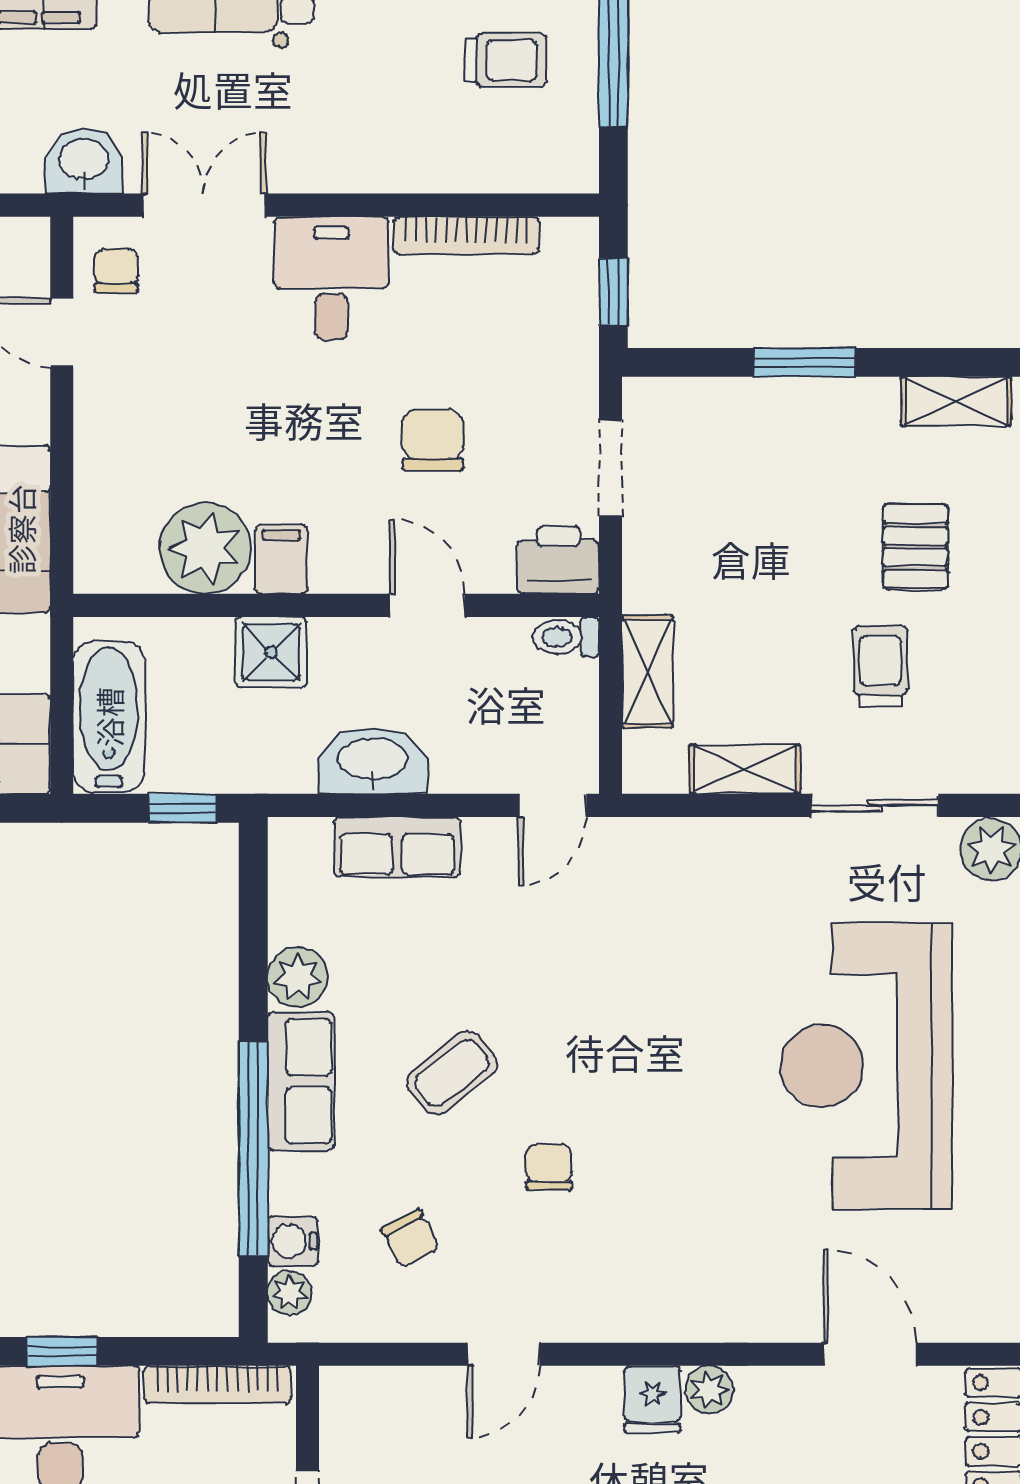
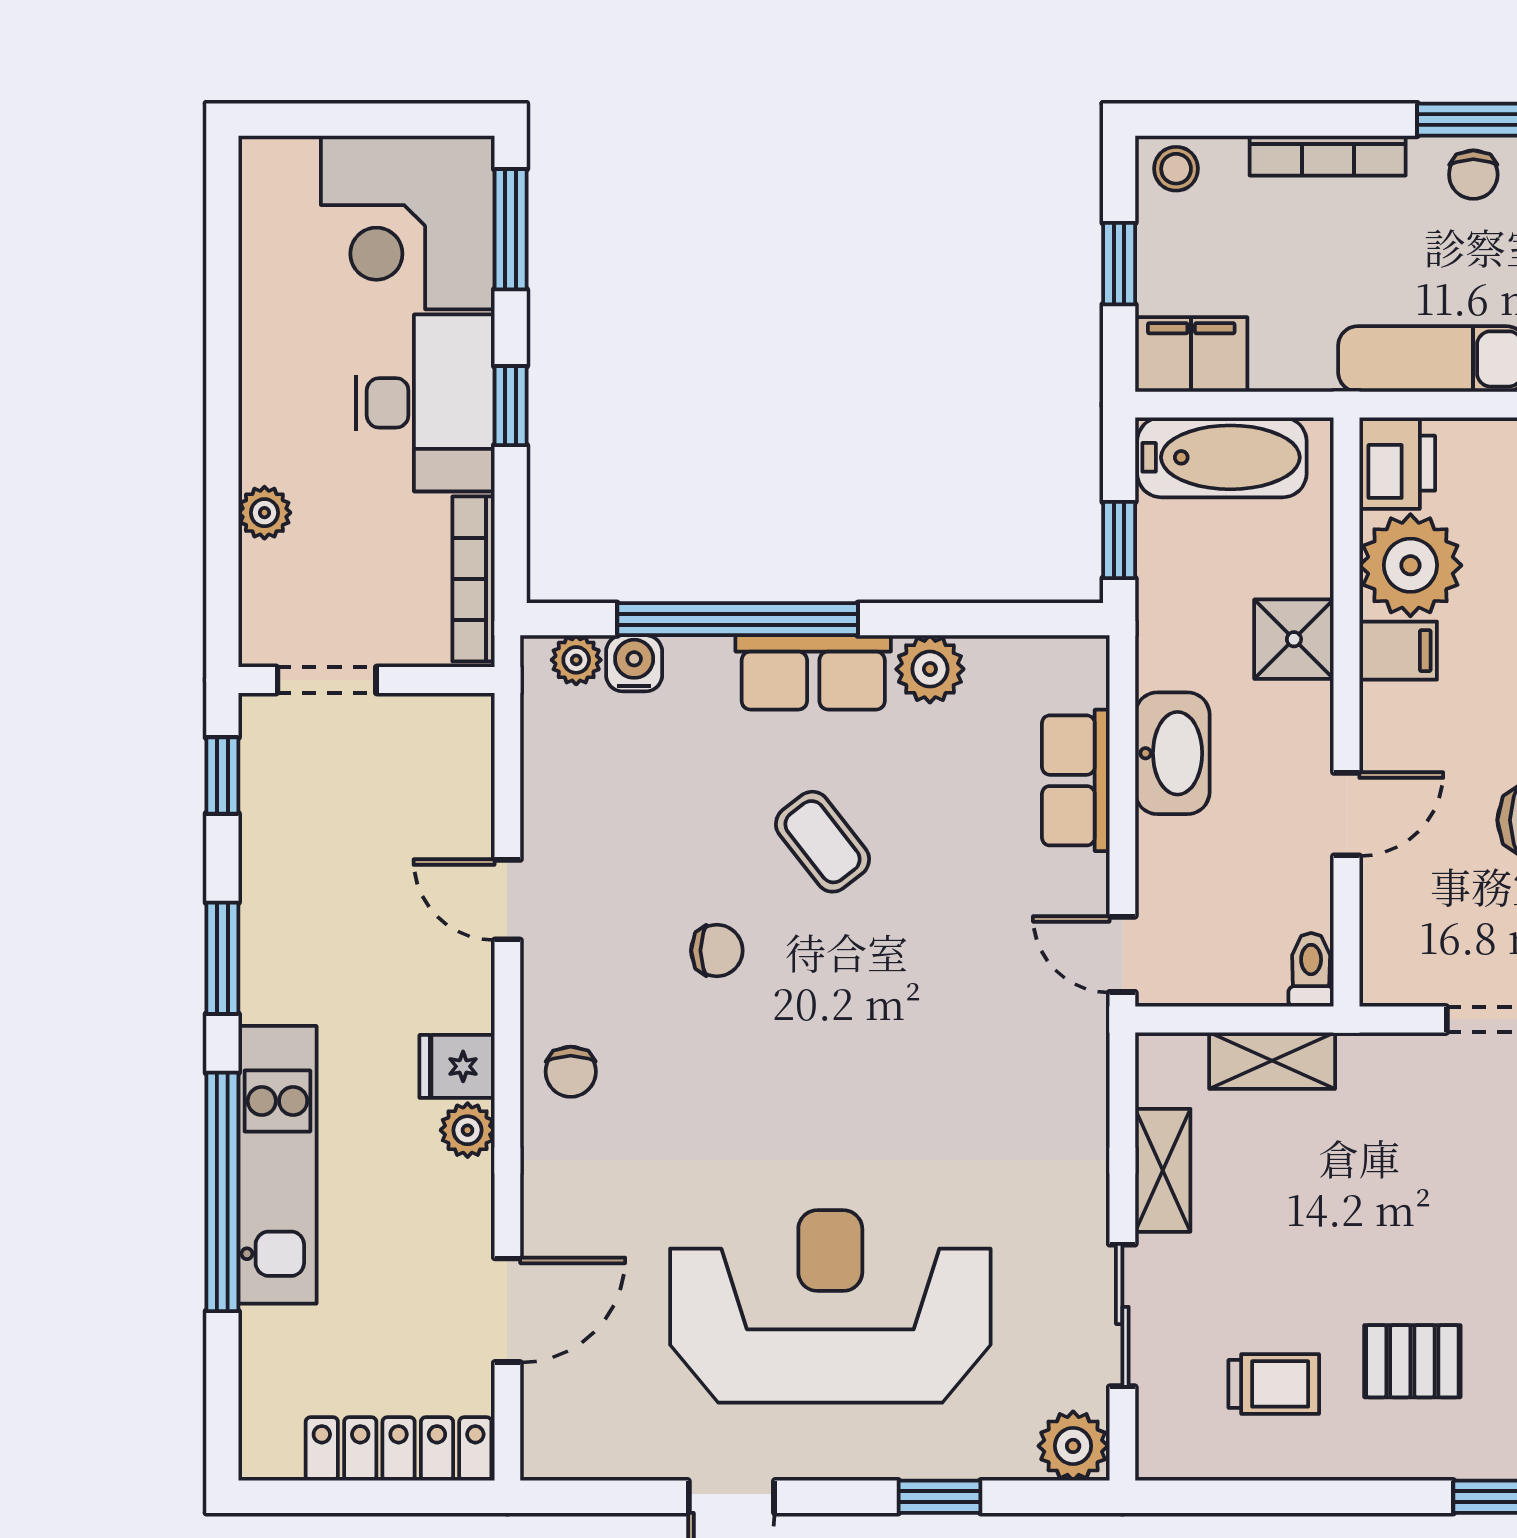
printer: (558, 560) -> (1397, 463), moved
trolley: (880, 666) -> (1274, 1384), moved
chair: (410, 1238) -> (571, 1072), moved, turned -62

